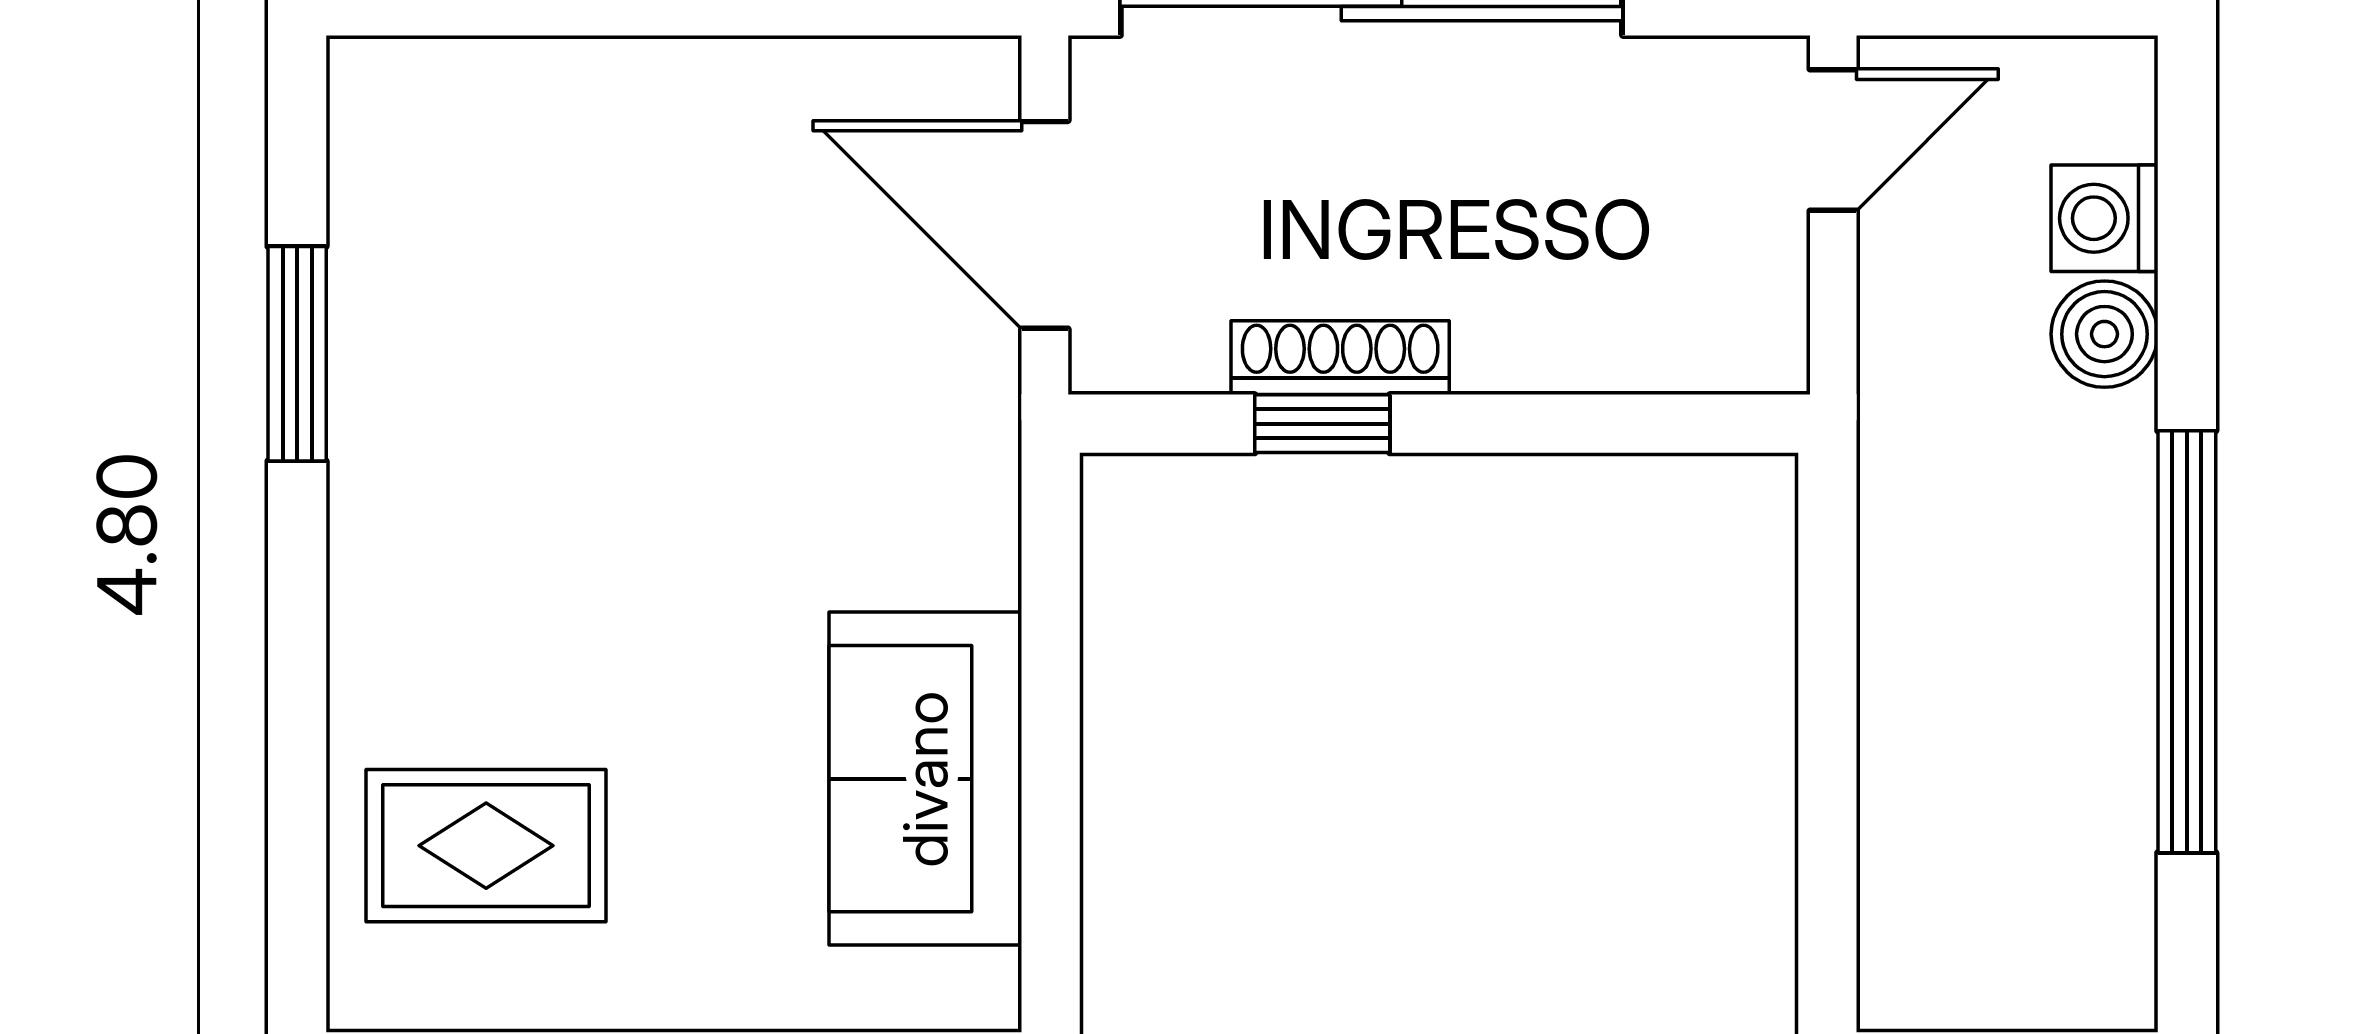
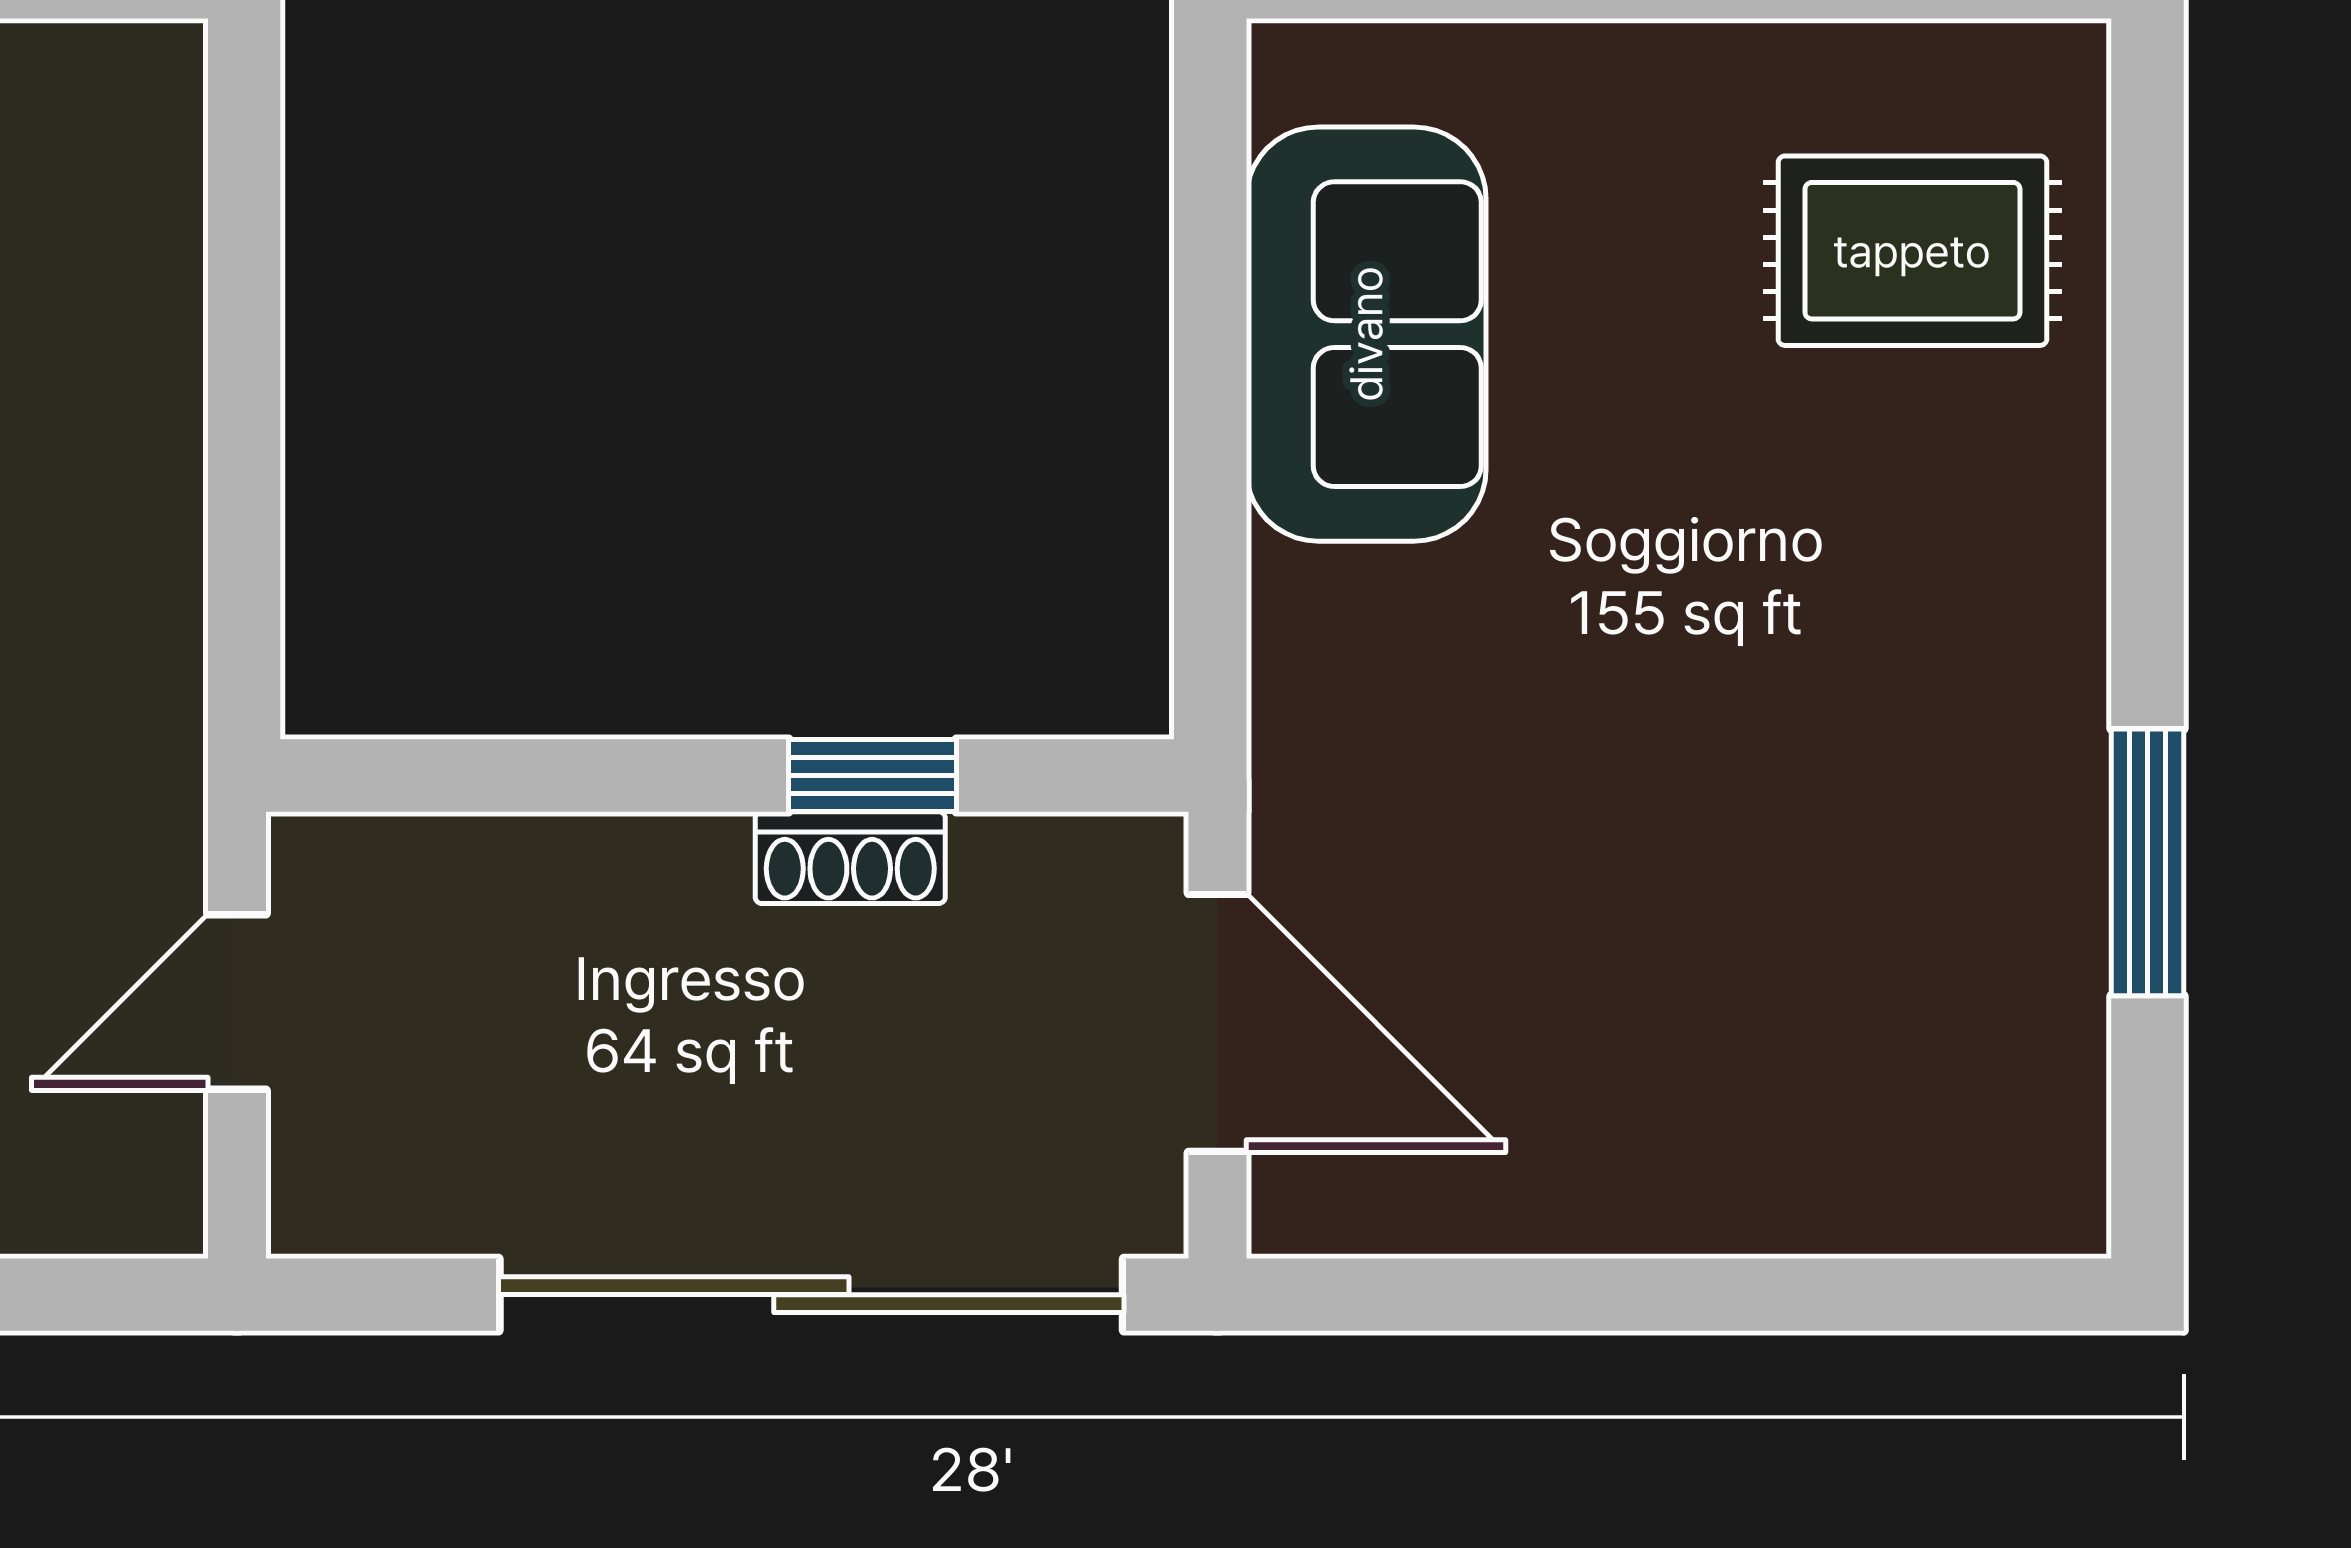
door: (1833, 140) -> (237, 1002), moved
shoe rack: (1340, 358) -> (850, 858), width x0.70

